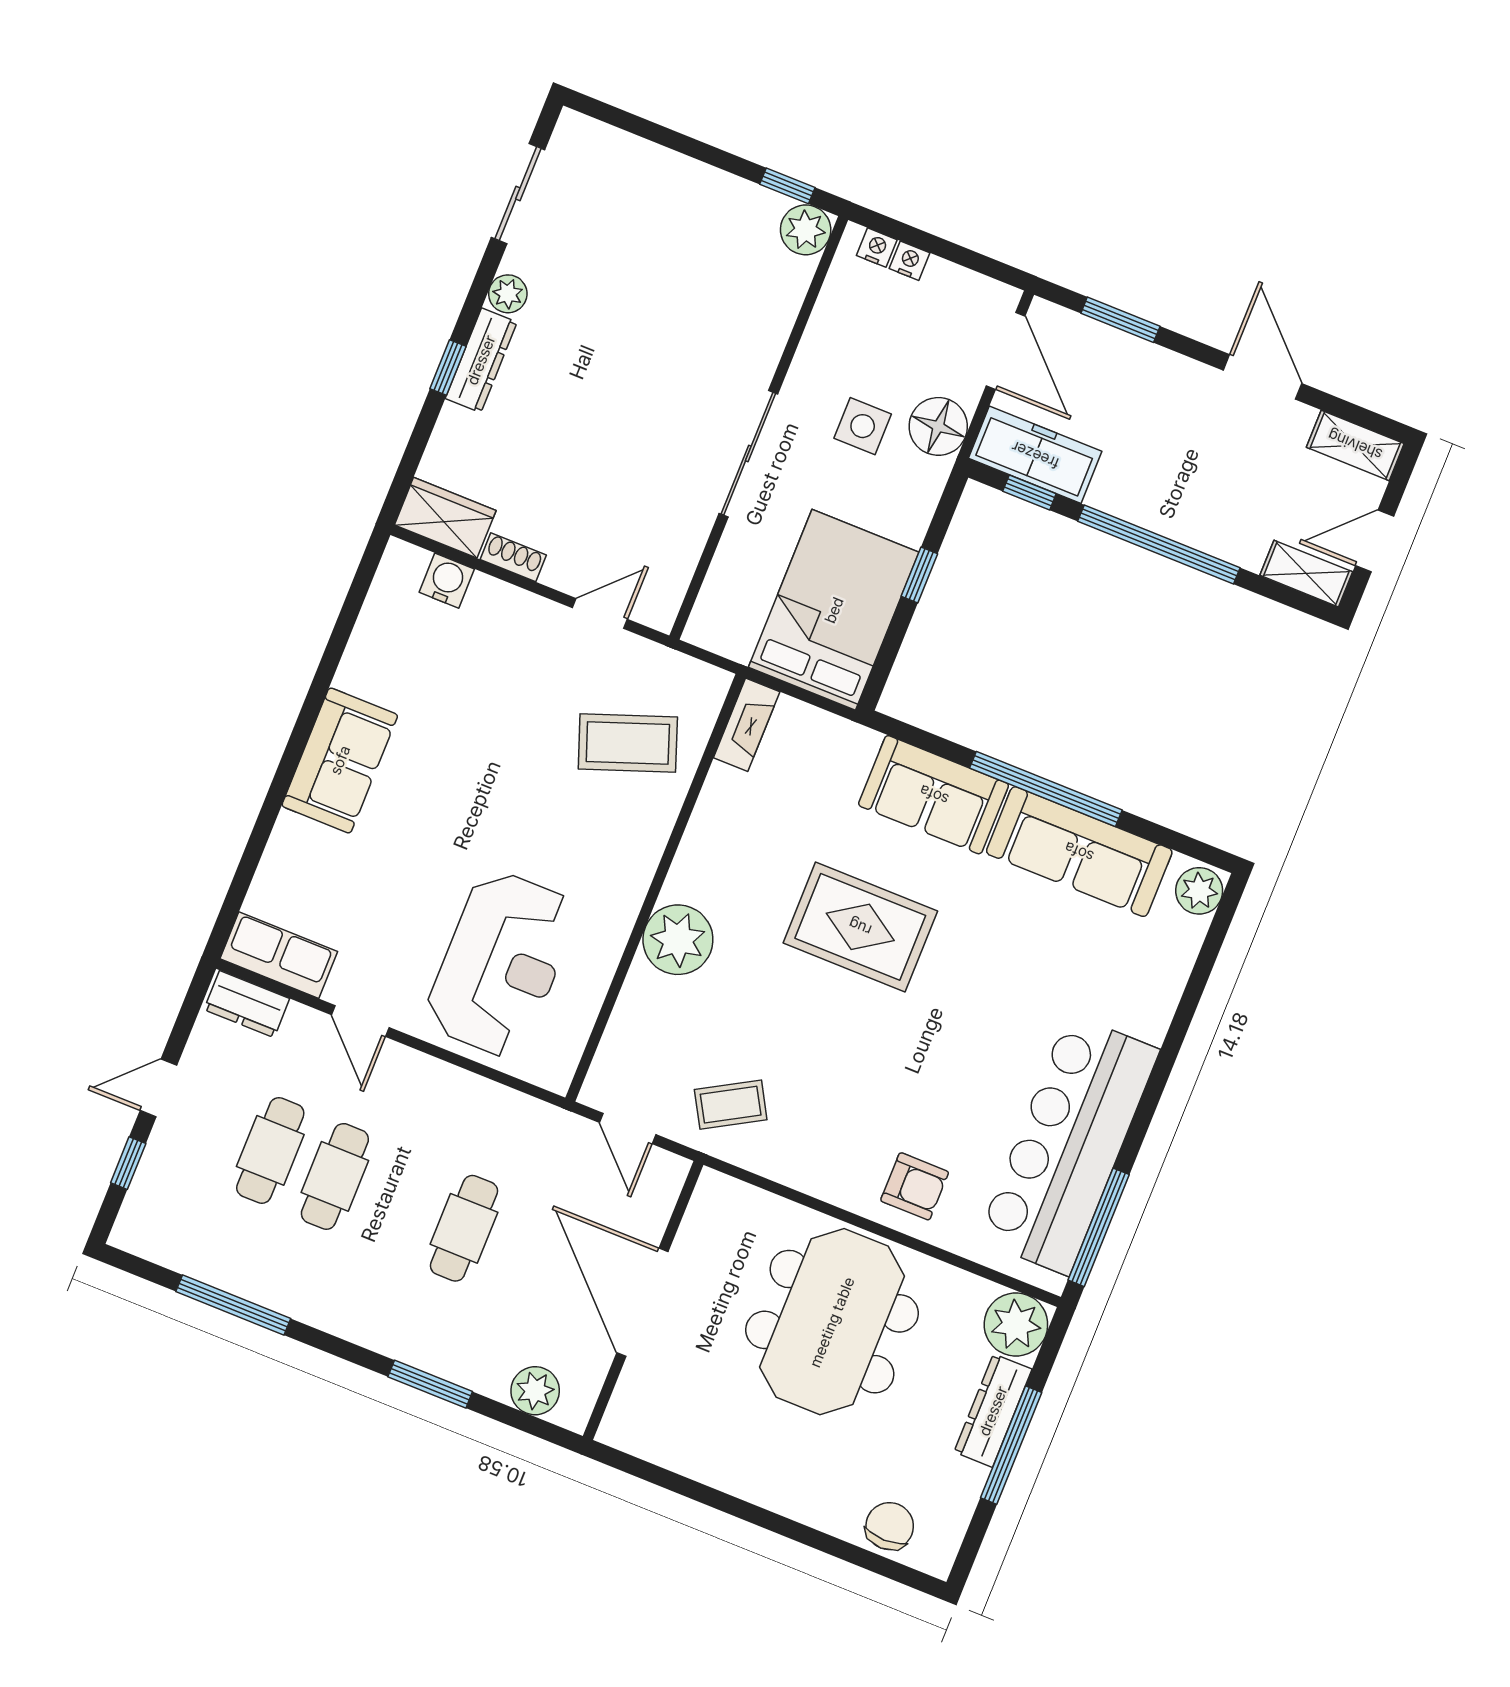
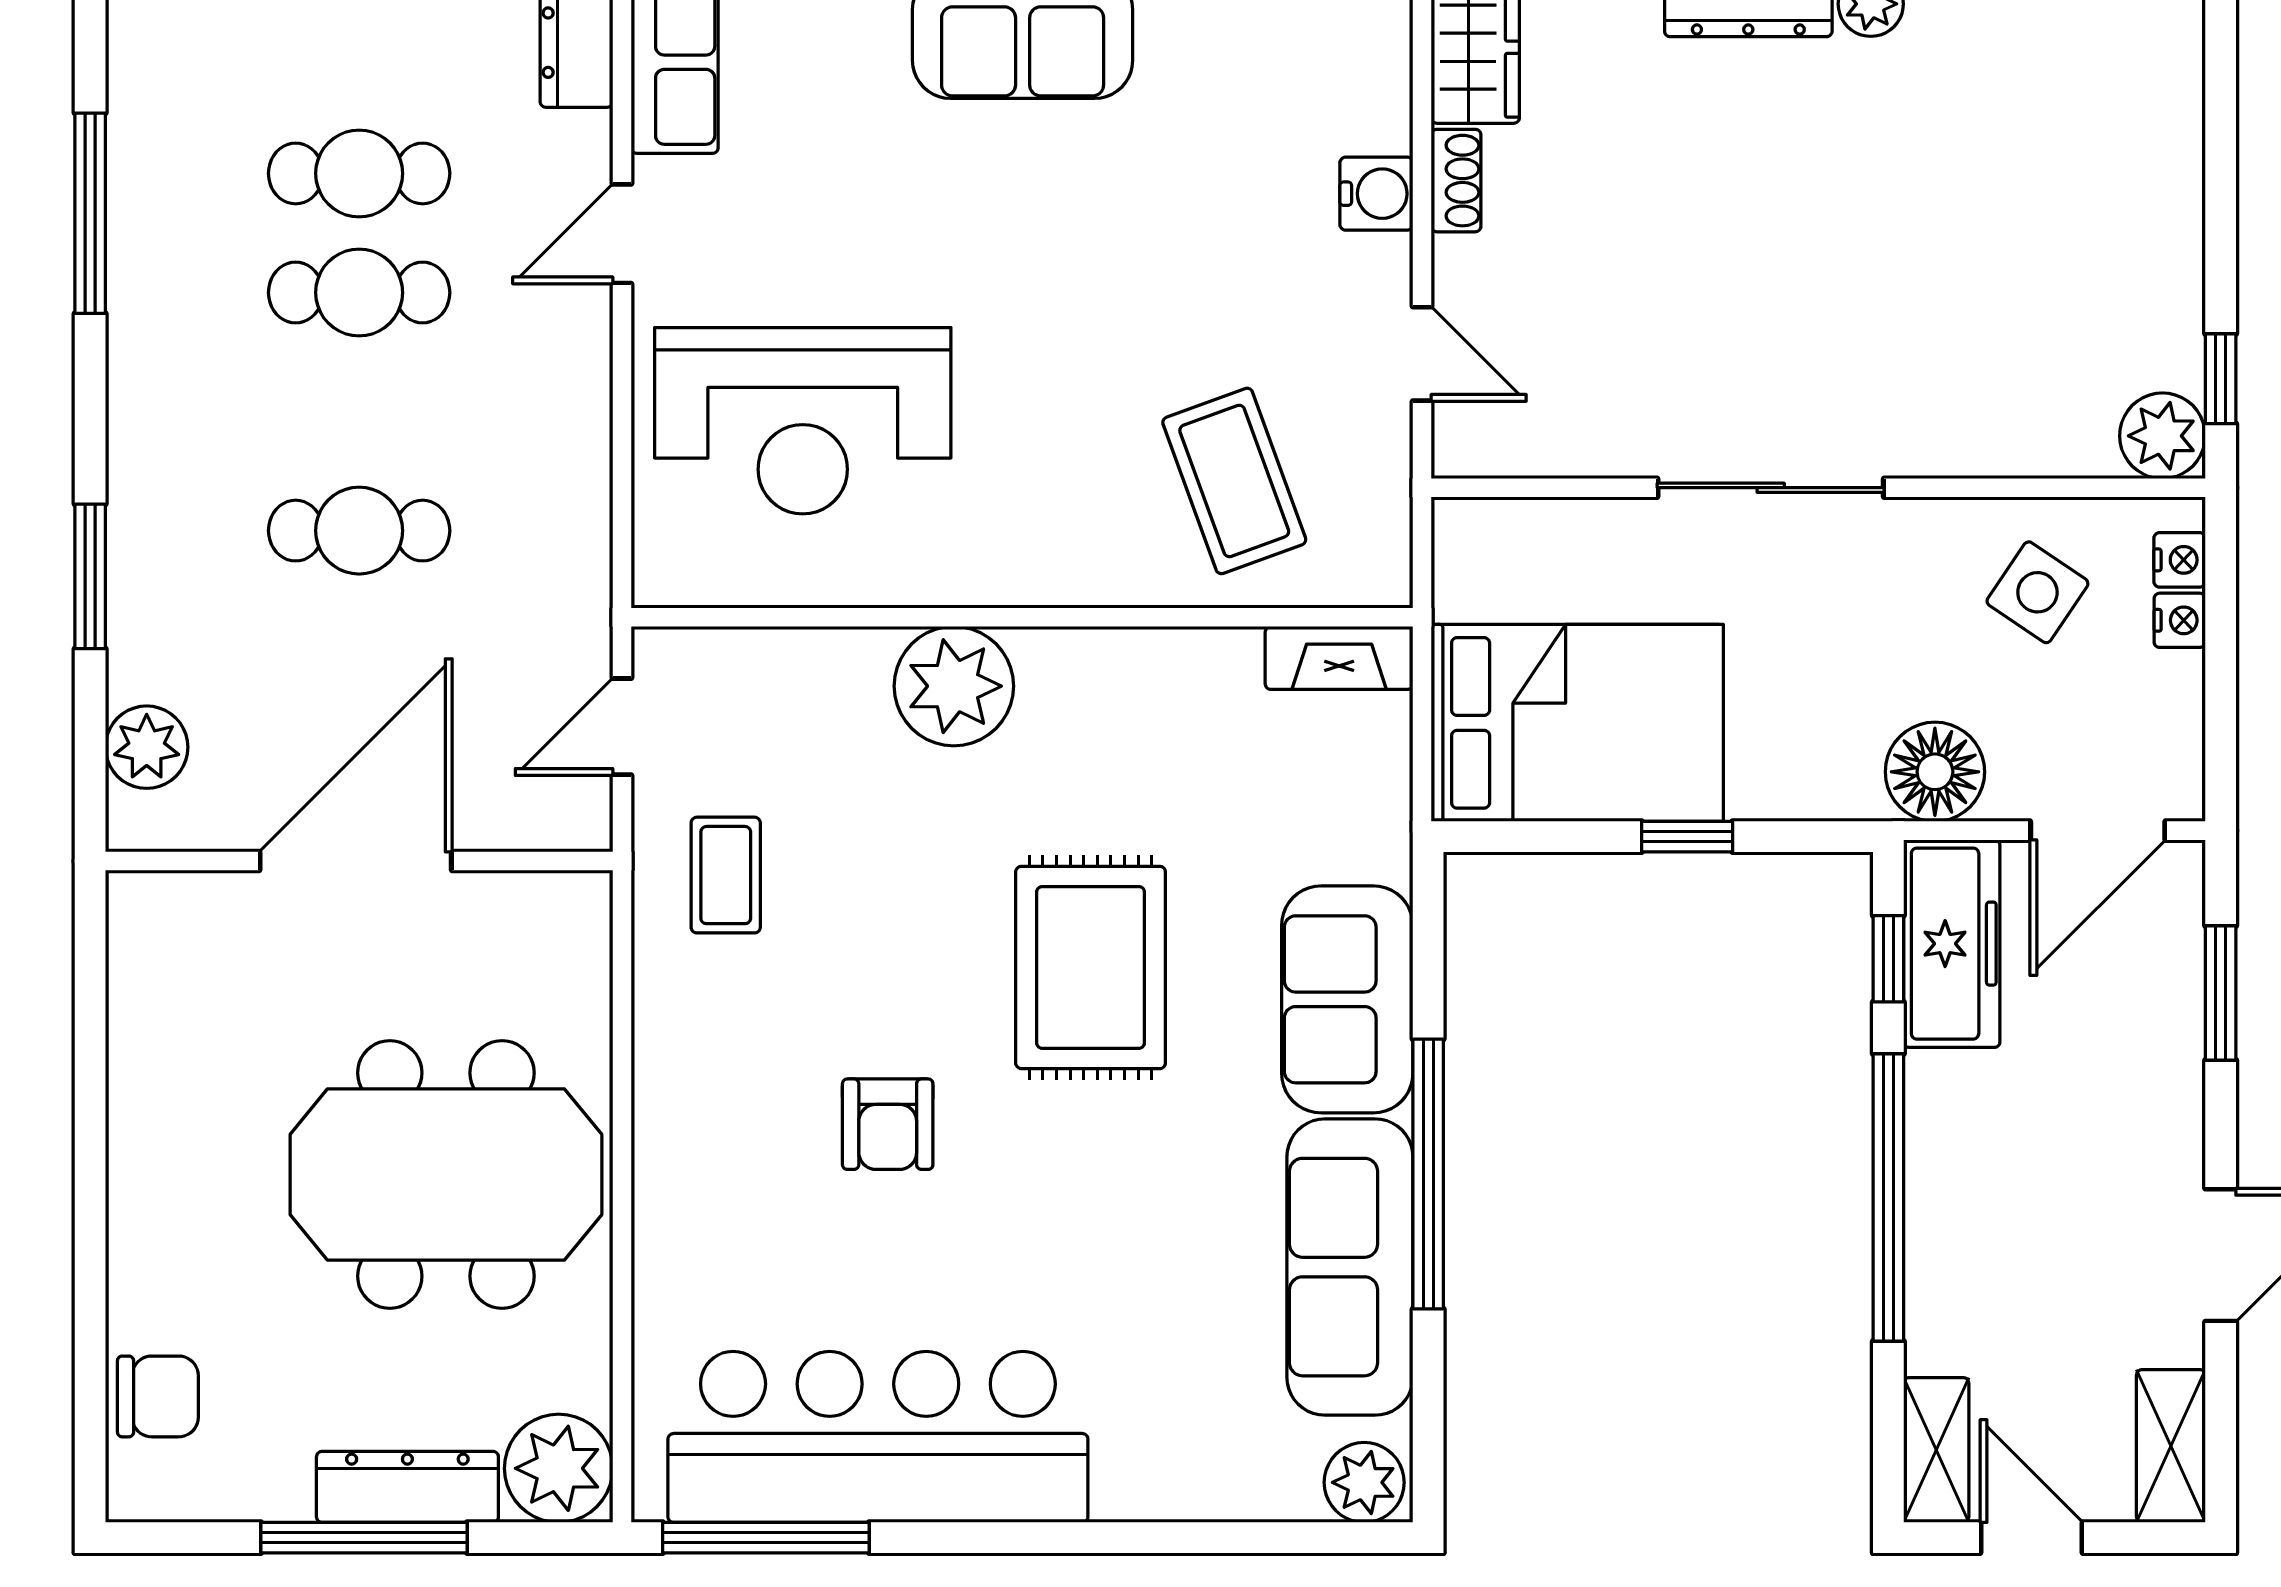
side table: (863, 426) -> (2037, 592), moved, turned 34
water cooler: (447, 581) -> (1376, 194), moved
coffee table: (731, 1105) -> (726, 875), turned 30
armchair: (915, 1186) -> (888, 1124), moved

